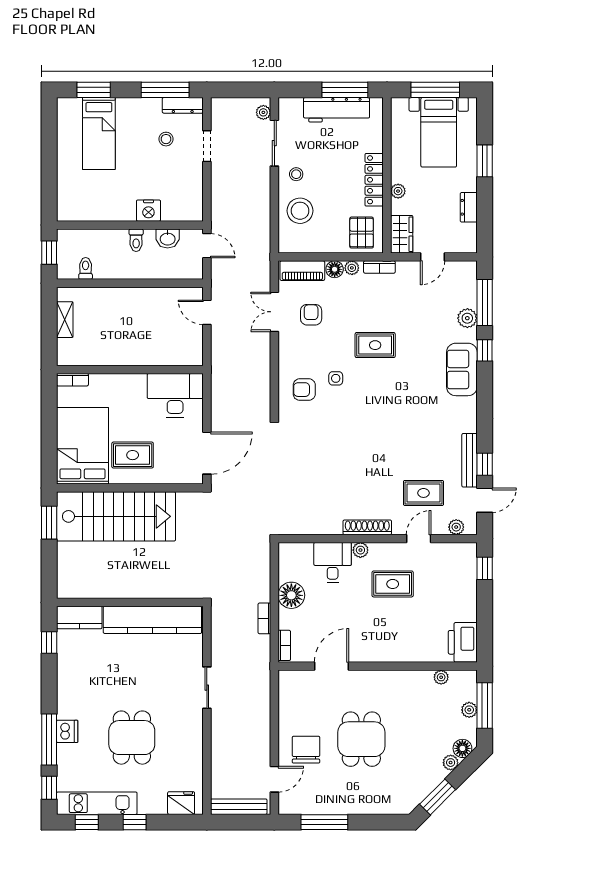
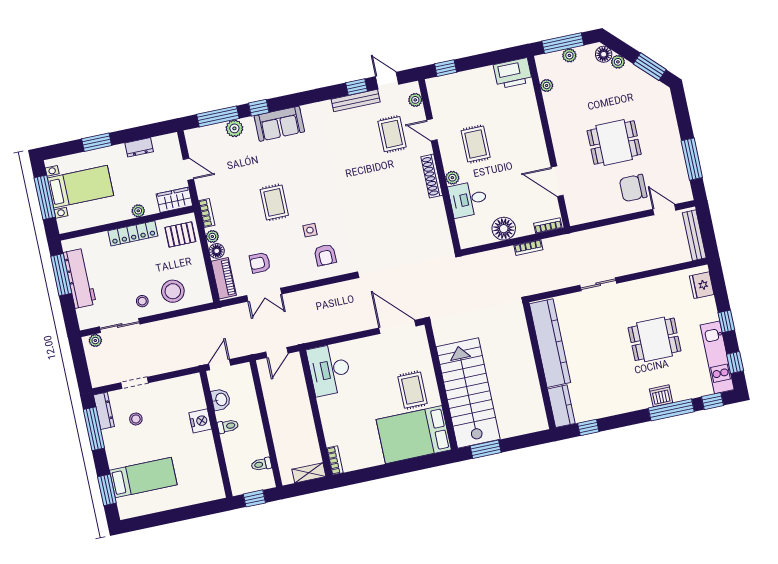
wall: (130, 370) -> (316, 413), moved
bookcase: (72, 380) -> (335, 460), moved
desk: (175, 395) -> (329, 370), moved

